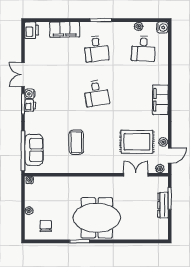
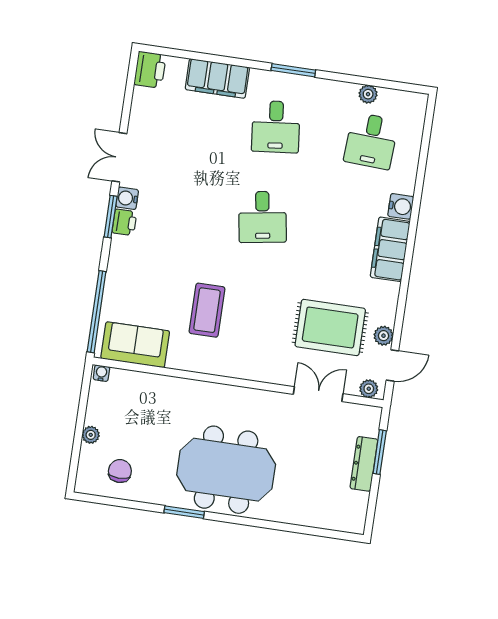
water cooler: (162, 28) -> (401, 206), moved
sofa: (34, 150) -> (135, 345), moved, turned -90

